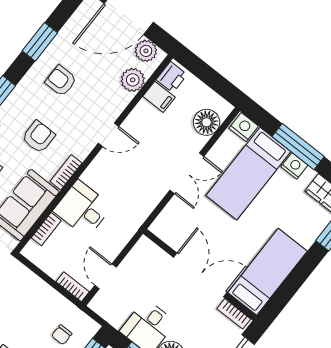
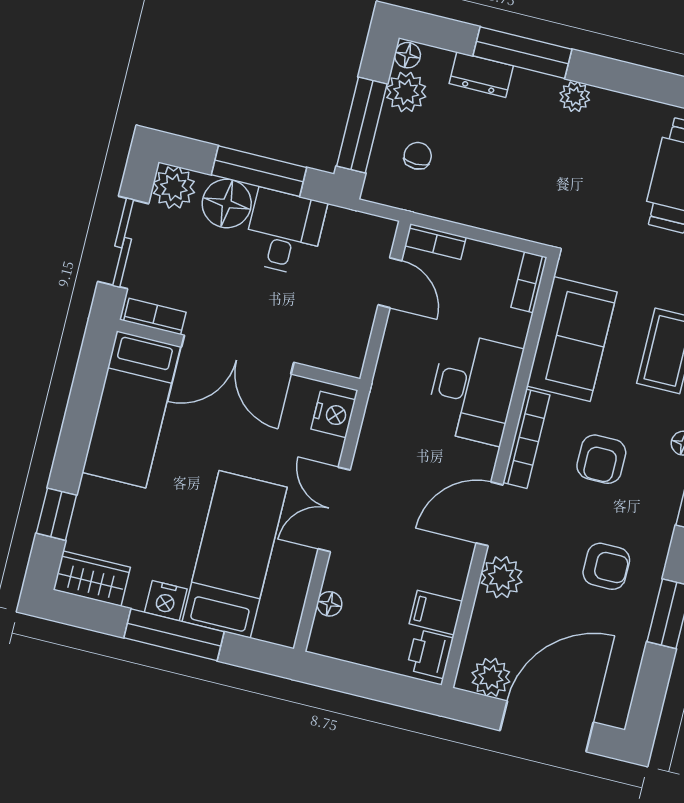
plant: (133, 80) -> (502, 577), moved
floor lamp: (207, 122) -> (329, 604), width x0.53, depth x0.53
nightstand: (244, 127) -> (333, 414), moved, turned -90
door: (108, 135) -> (490, 514), width x1.38
bookcase: (66, 172) -> (526, 439), width x1.56
desk: (83, 209) -> (474, 389), width x1.37
bookcase: (46, 229) -> (529, 282), moved

